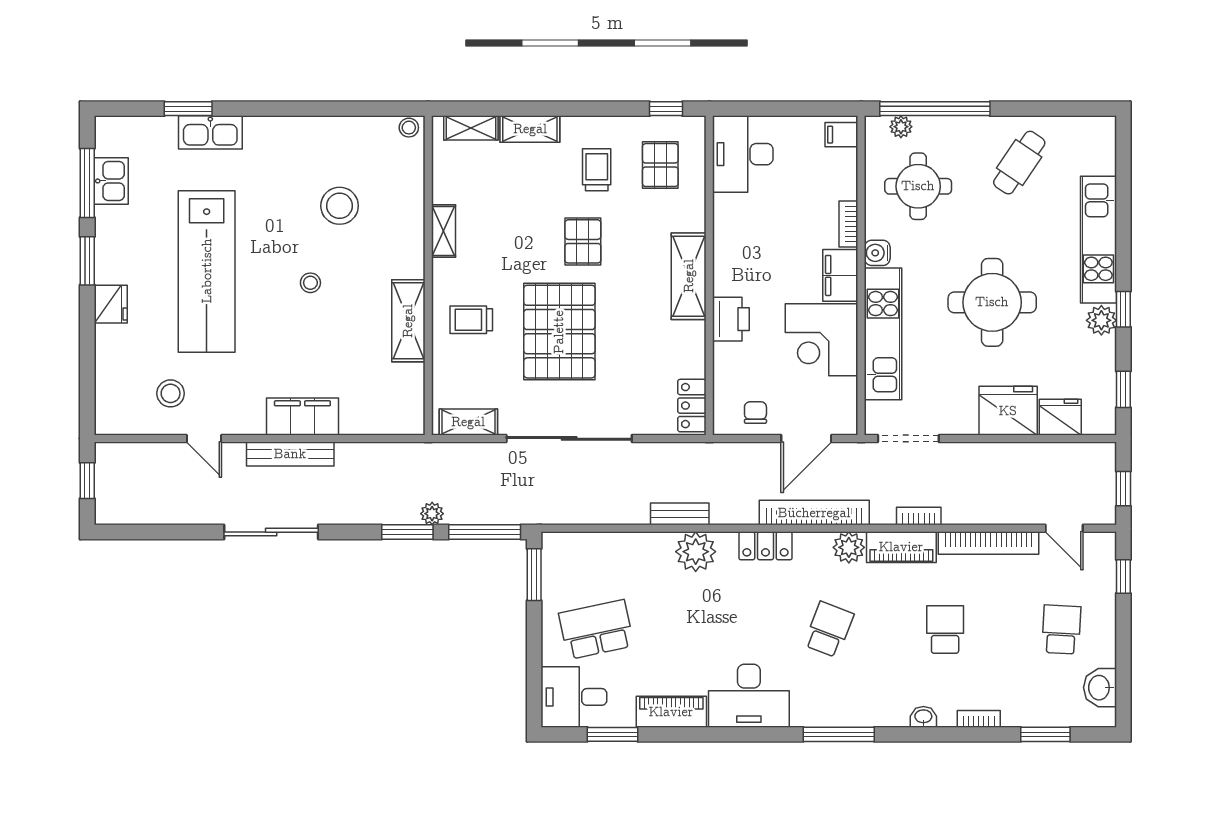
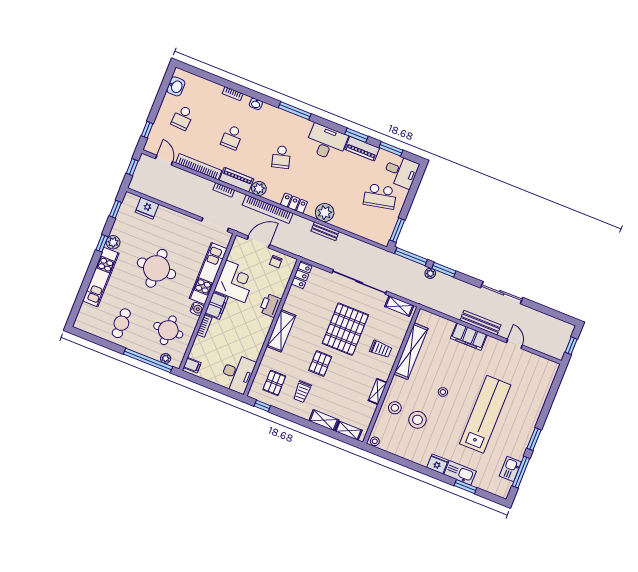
cafe table: (1019, 163) -> (121, 323), turned -34
fridge: (111, 304) -> (437, 464), moved, turned 90
shelving: (408, 321) -> (411, 351), width x1.47
stool: (171, 393) -> (395, 408), moved
fridge: (1008, 411) -> (168, 220), removed
school desk: (829, 630) -> (281, 157), turned -36
window: (1045, 734) -> (356, 135), moved

